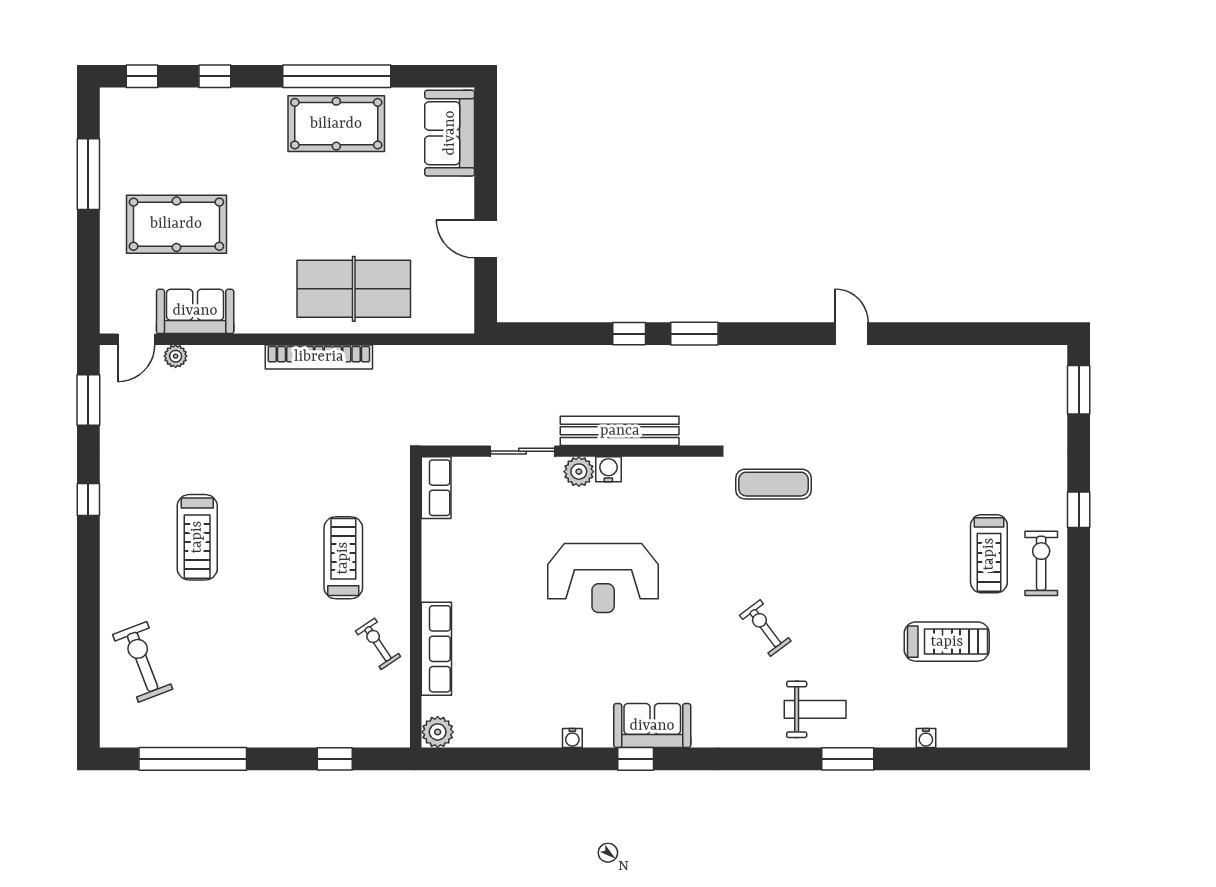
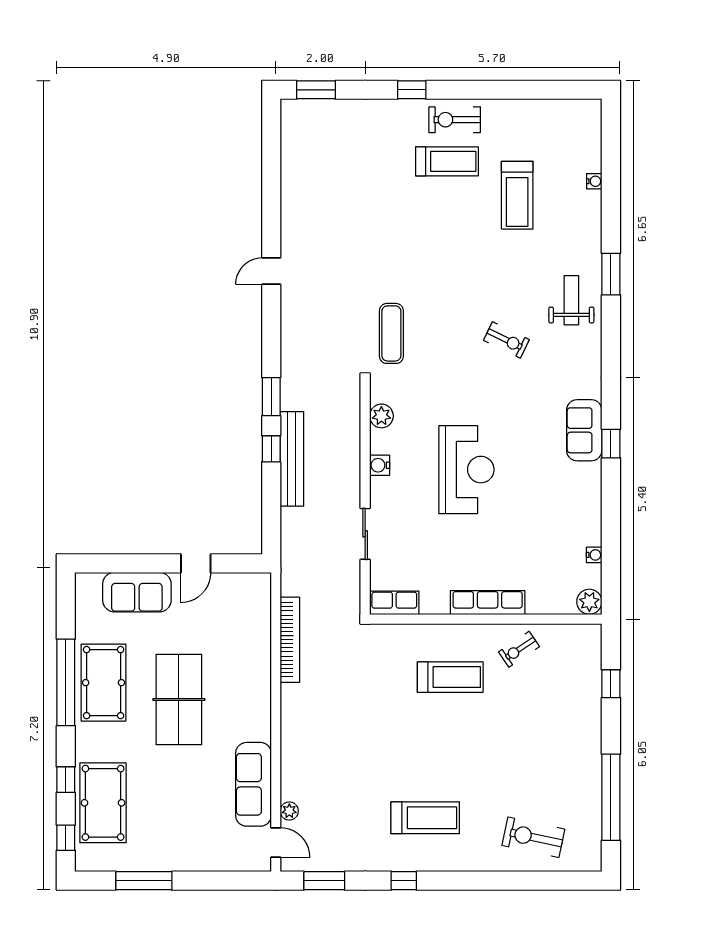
sofa: (450, 133) -> (137, 592), moved
pool table: (176, 224) -> (103, 803), moved
table tennis table: (354, 289) -> (179, 700), moved
sofa: (195, 311) -> (253, 784), width x1.36
bookcase: (319, 357) -> (290, 640), moved
bench: (620, 431) -> (292, 459), moved
plant: (579, 472) -> (381, 416), moved
treadmill: (197, 537) -> (425, 818), moved
treadmill: (343, 558) -> (450, 677), turned 180
exercise bike: (765, 628) -> (506, 340), turned -117
treadmill: (947, 642) -> (517, 195), turned 180
row of seats: (436, 649) -> (488, 603), moved
exercise bike: (143, 662) -> (533, 837), turned 33
water cooler: (572, 738) -> (594, 555), moved
water cooler: (926, 738) -> (594, 181), moved

